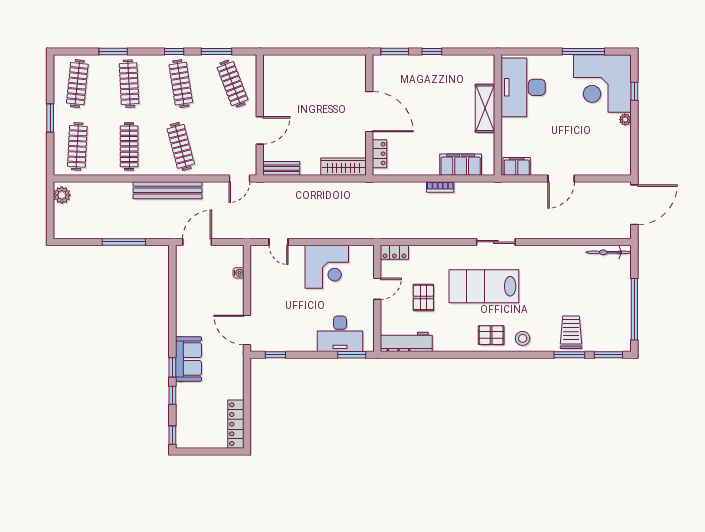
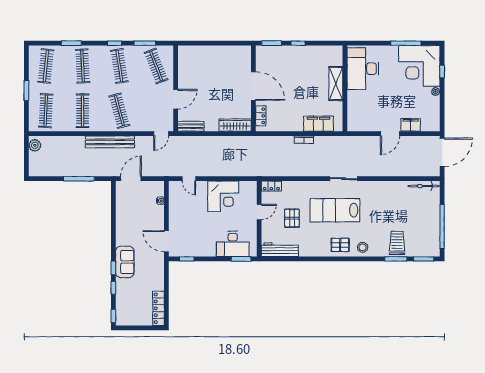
filing cabinet: (517, 166) -> (411, 125), moved

